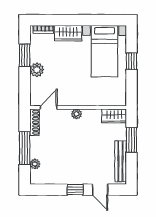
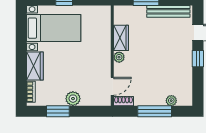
door: (49, 107) -> (112, 86), swing flipped
wardrobe: (114, 116) -> (121, 38), moved
shoe rack: (34, 122) -> (124, 101), width x0.70

